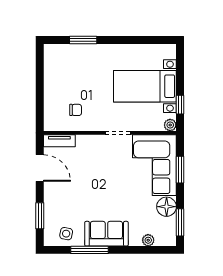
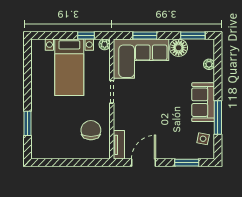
chair: (76, 110) -> (91, 130), width x1.87, depth x1.87

